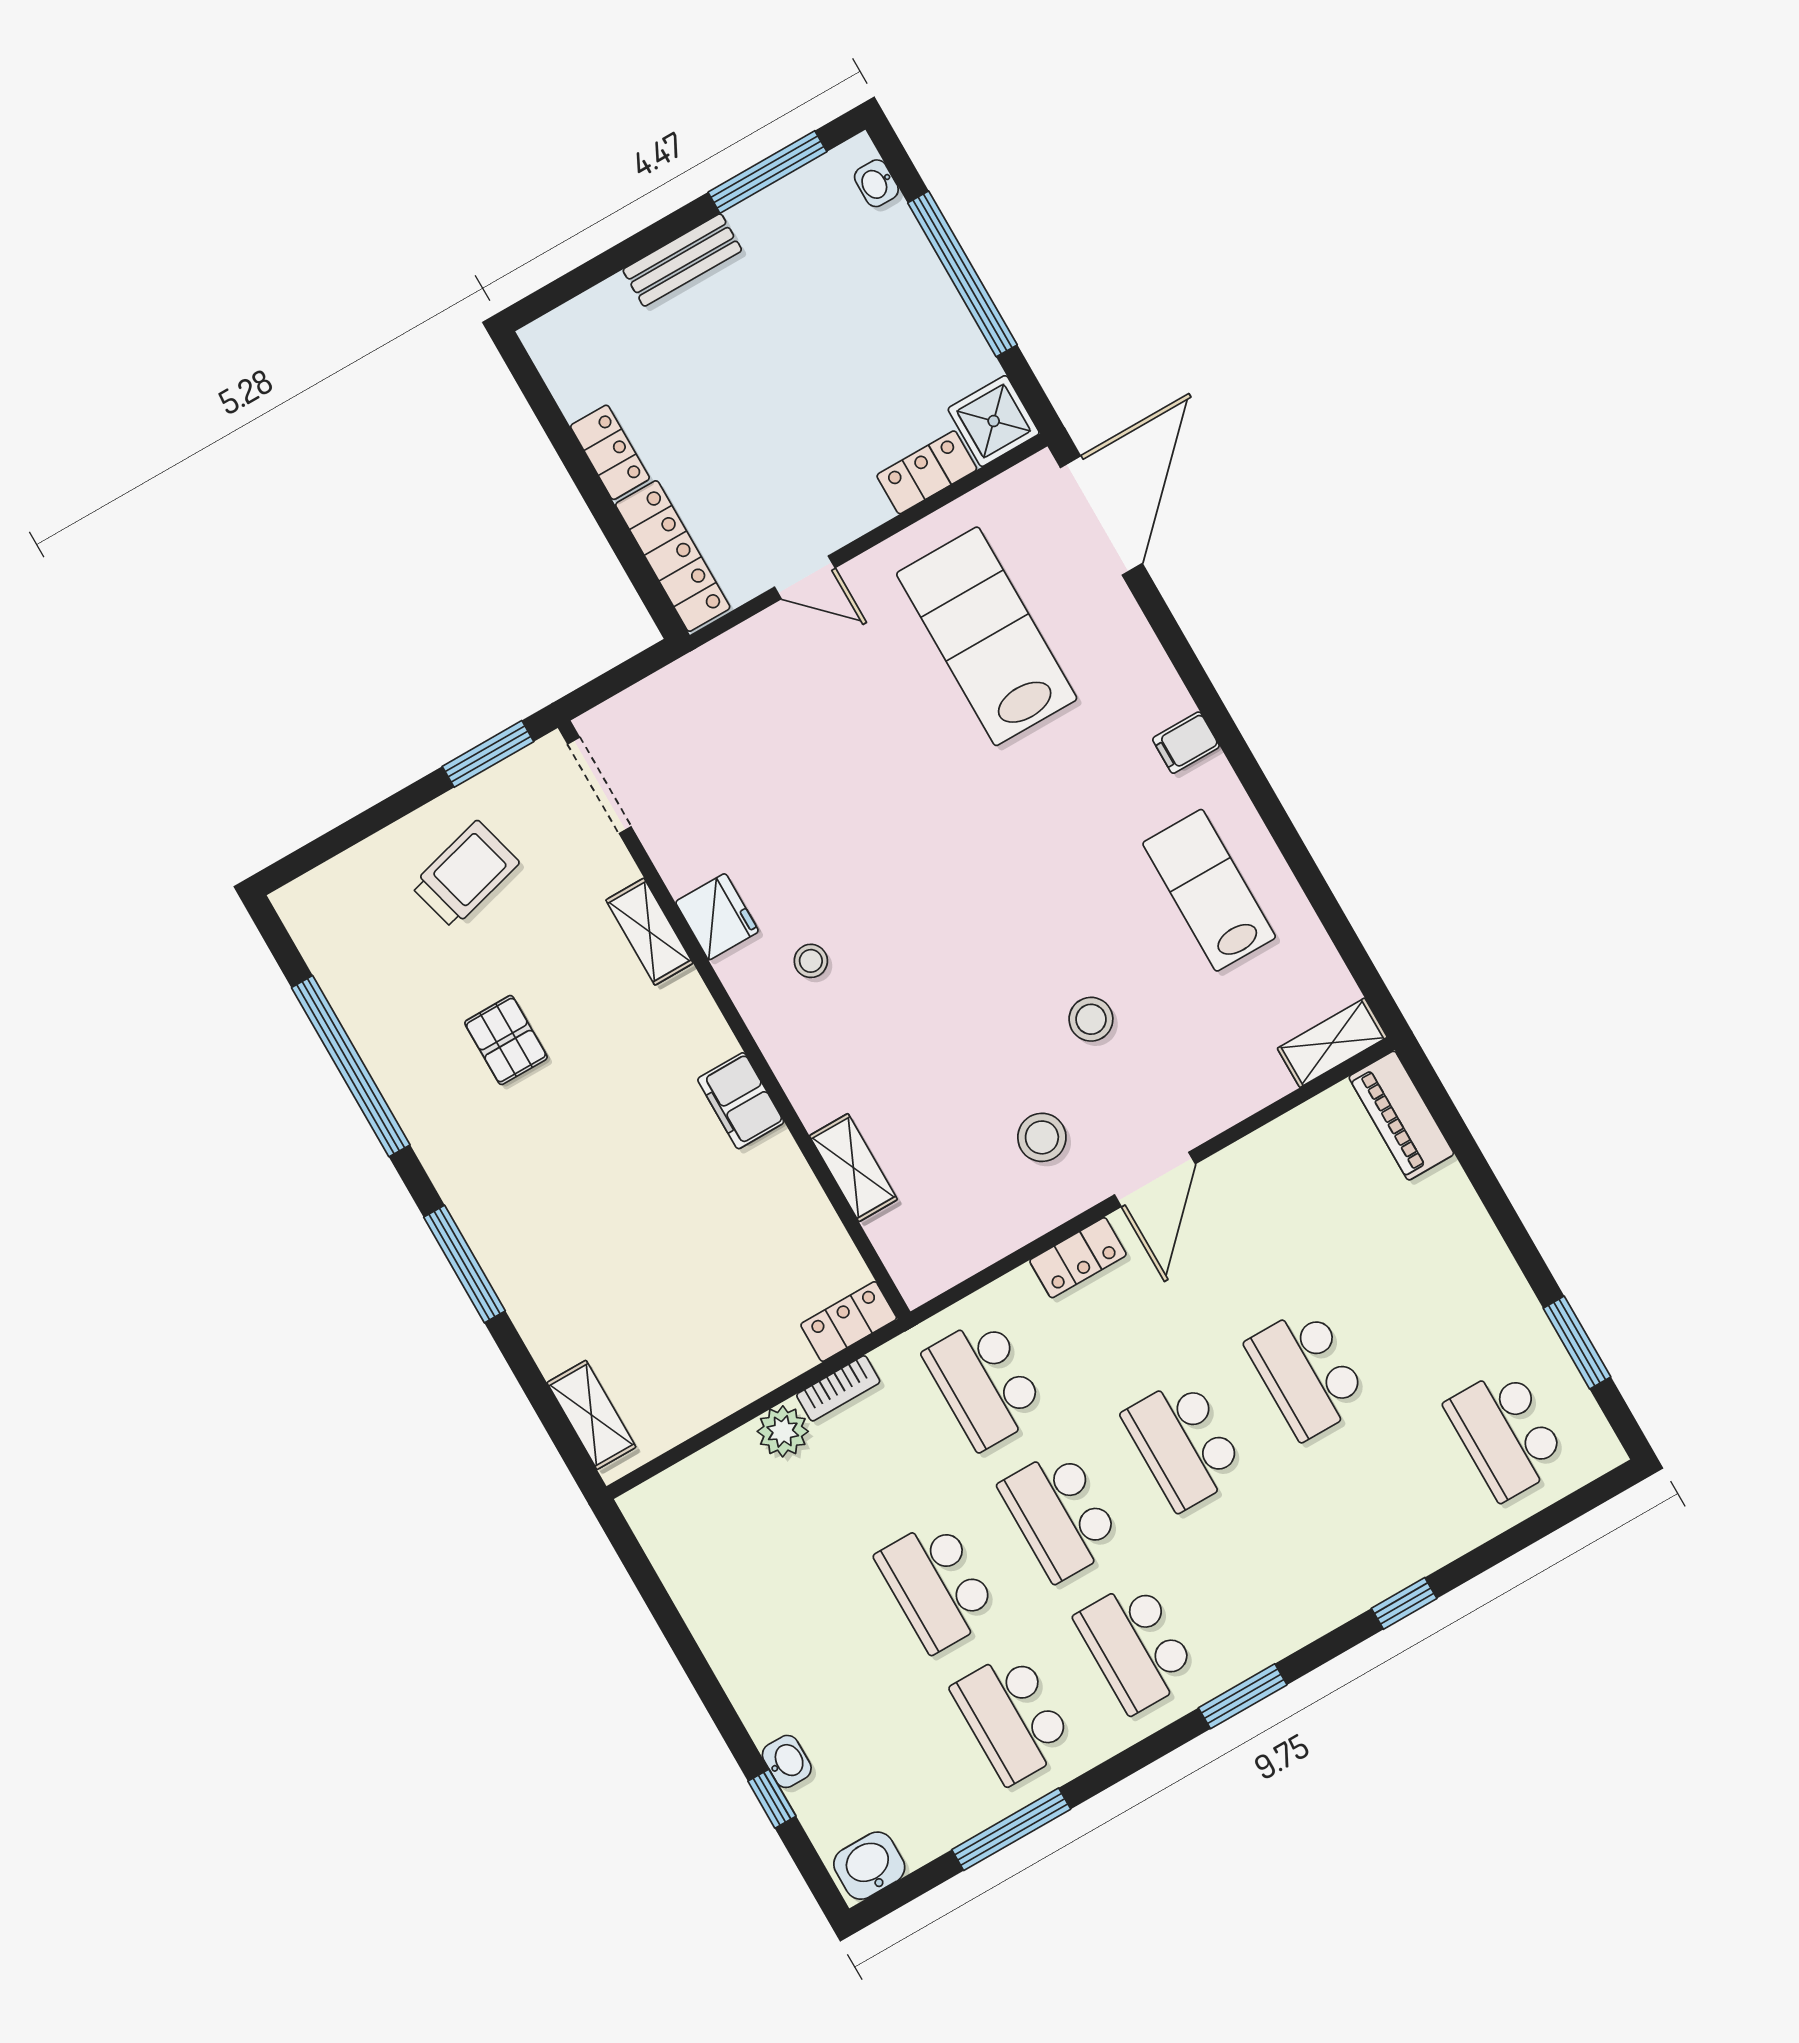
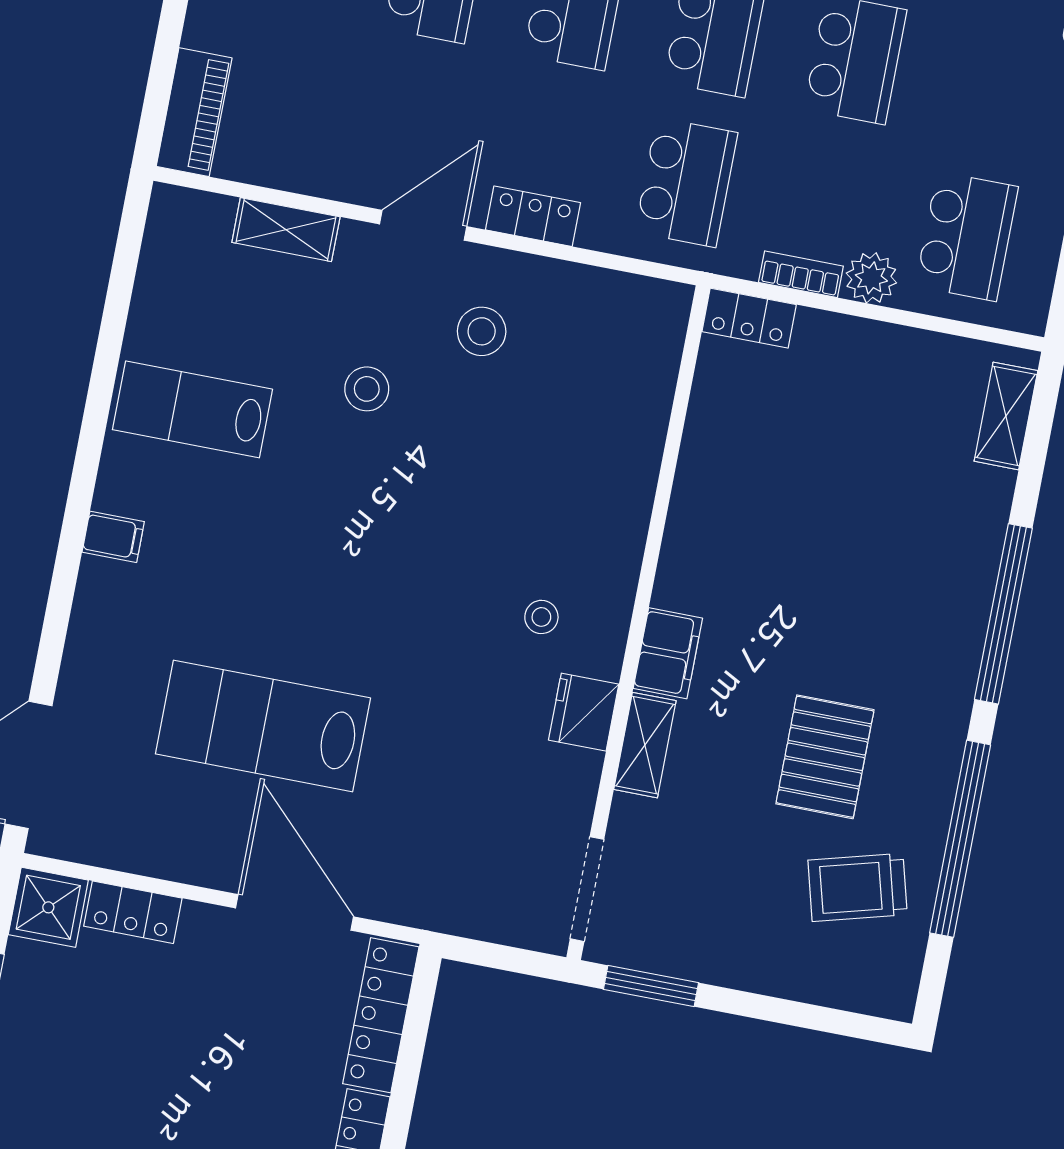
door: (805, 577) -> (294, 912), width x1.87
lab bench: (987, 636) -> (263, 726), moved, turned 90
trolley: (465, 874) -> (858, 887), moved
lab bench: (1209, 890) -> (192, 409), turned 90
pallet: (506, 1040) -> (825, 757), width x1.50, depth x1.42
shelving: (1332, 1043) -> (286, 230), moved
filing cabinet: (741, 1101) -> (668, 653), moved
shelving: (853, 1168) -> (645, 432), removed
window: (465, 1264) -> (1003, 614), width x1.46
school desk: (738, 1525) -> (967, 236), added

